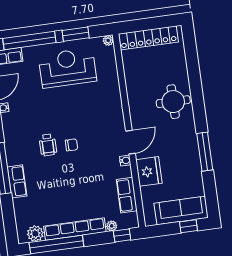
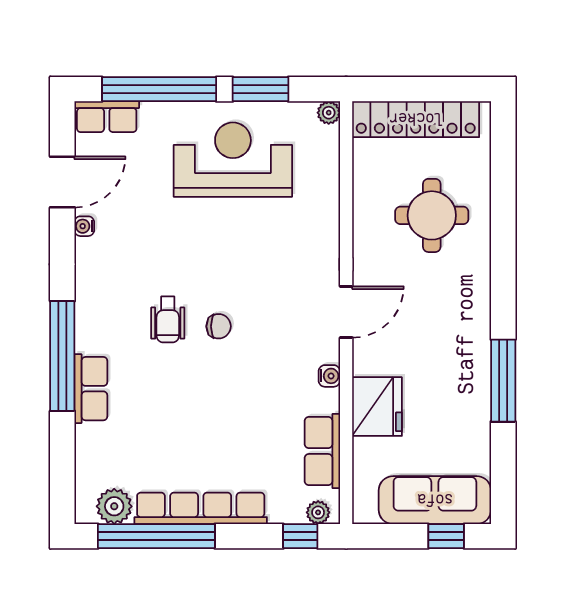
round table: (173, 102) -> (432, 215), moved
door: (130, 142) -> (346, 312), moved
plant: (112, 226) -> (318, 512), moved

